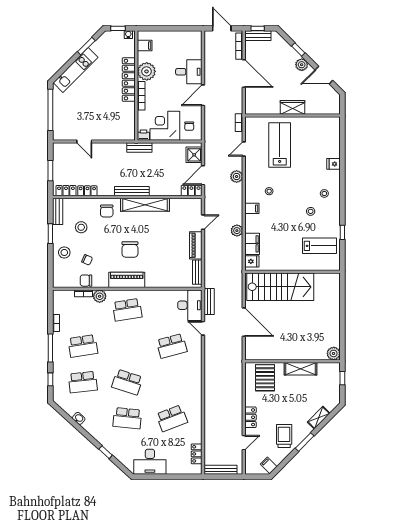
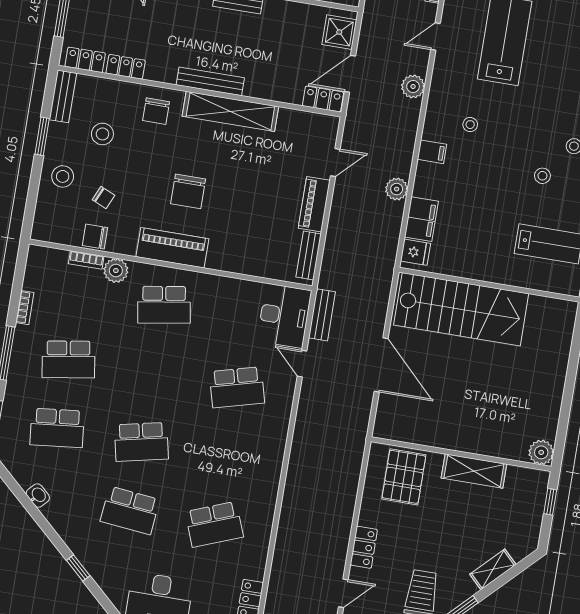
school desk: (127, 382) -> (141, 442), turned -30

